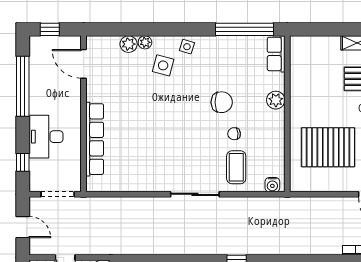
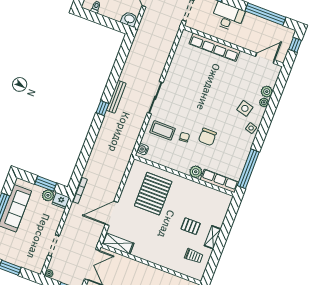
row of seats: (276, 54) -> (219, 181), width x1.48
bench: (214, 249) -> (116, 97), added

